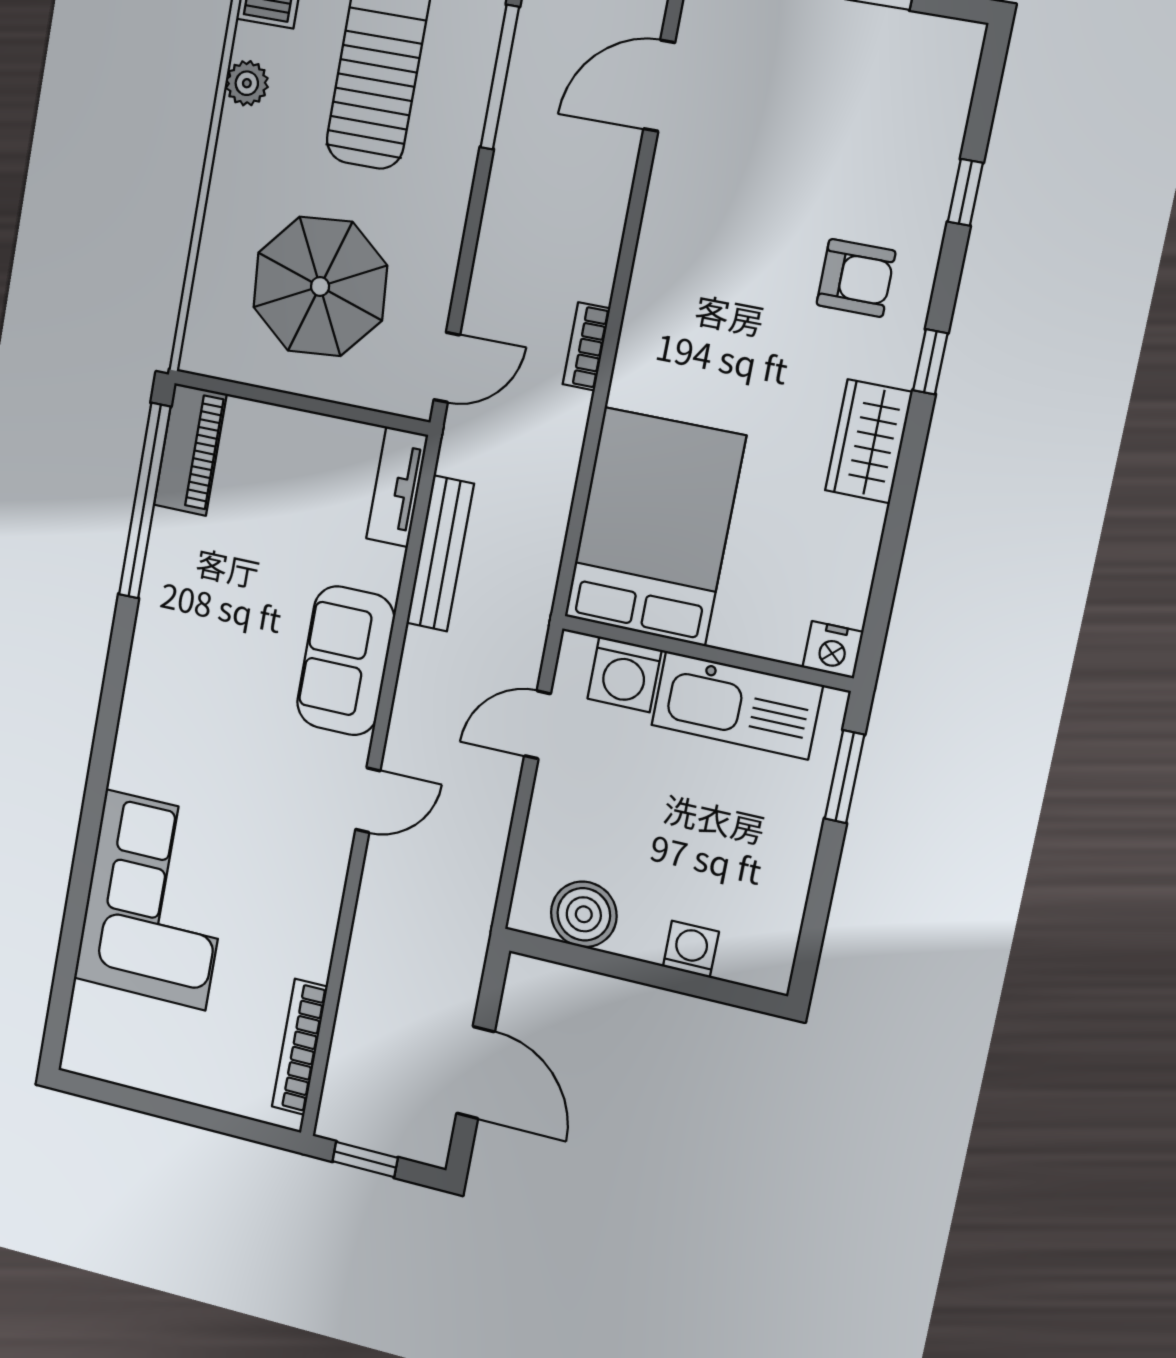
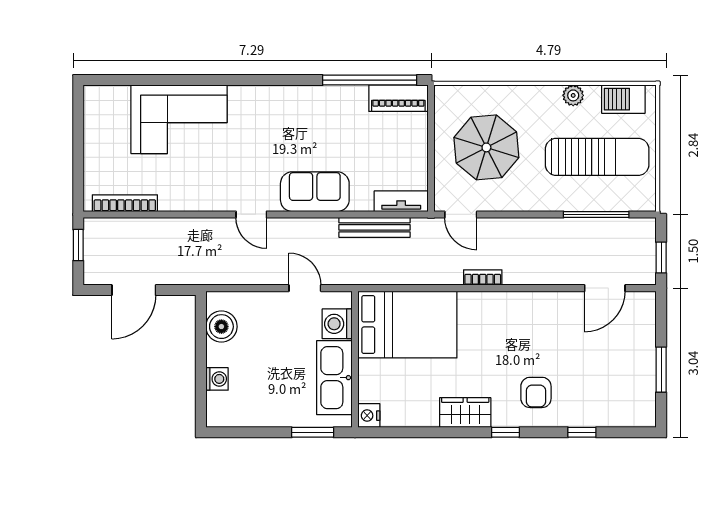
door: (659, 86) -> (605, 288), swing flipped

